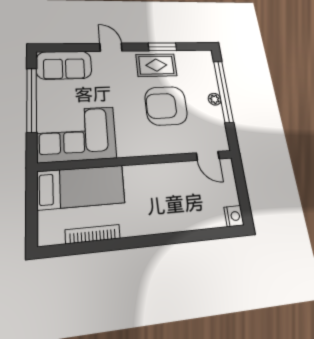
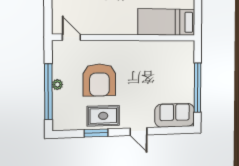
armchair: (166, 106) -> (99, 80), turned 90
corner sofa: (76, 134) -> (168, 60), removed

